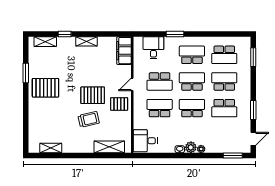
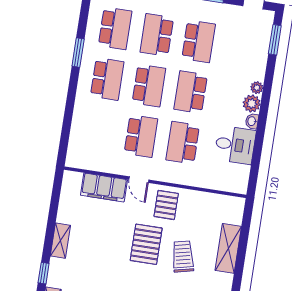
window: (175, 34) -> (78, 53), moved
desk: (153, 48) -> (87, 138), removed
filing cabinet: (124, 51) -> (104, 187), moved
school desk: (192, 55) -> (107, 79), turned 180
school desk: (192, 81) -> (149, 86), turned 180
desk: (145, 141) -> (235, 145), moved, turned -90
shelving: (109, 147) -> (228, 248), moved

